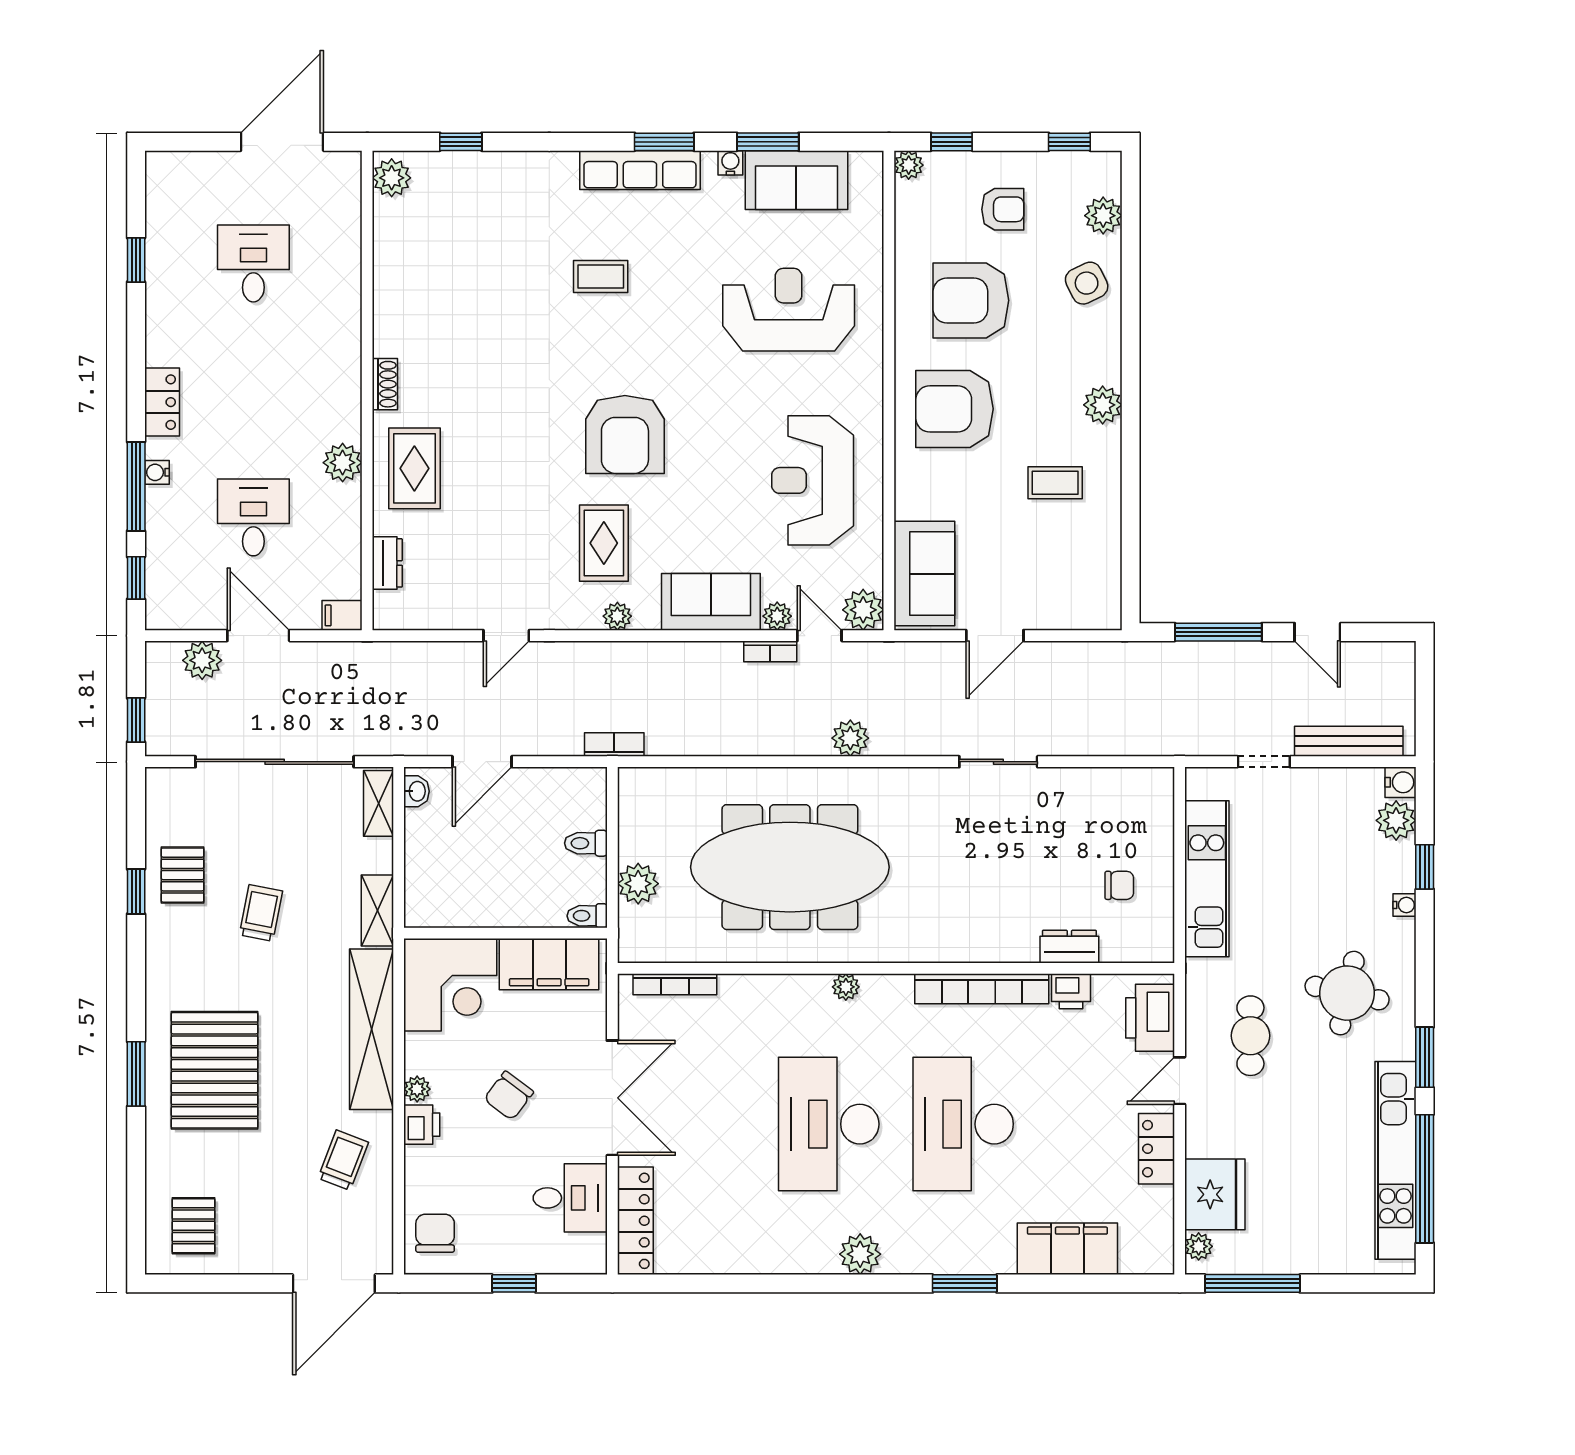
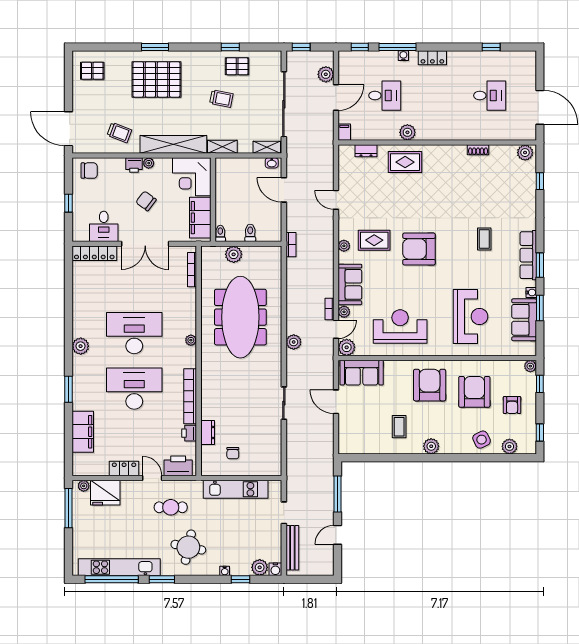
shoe rack: (385, 384) -> (478, 150), moved

